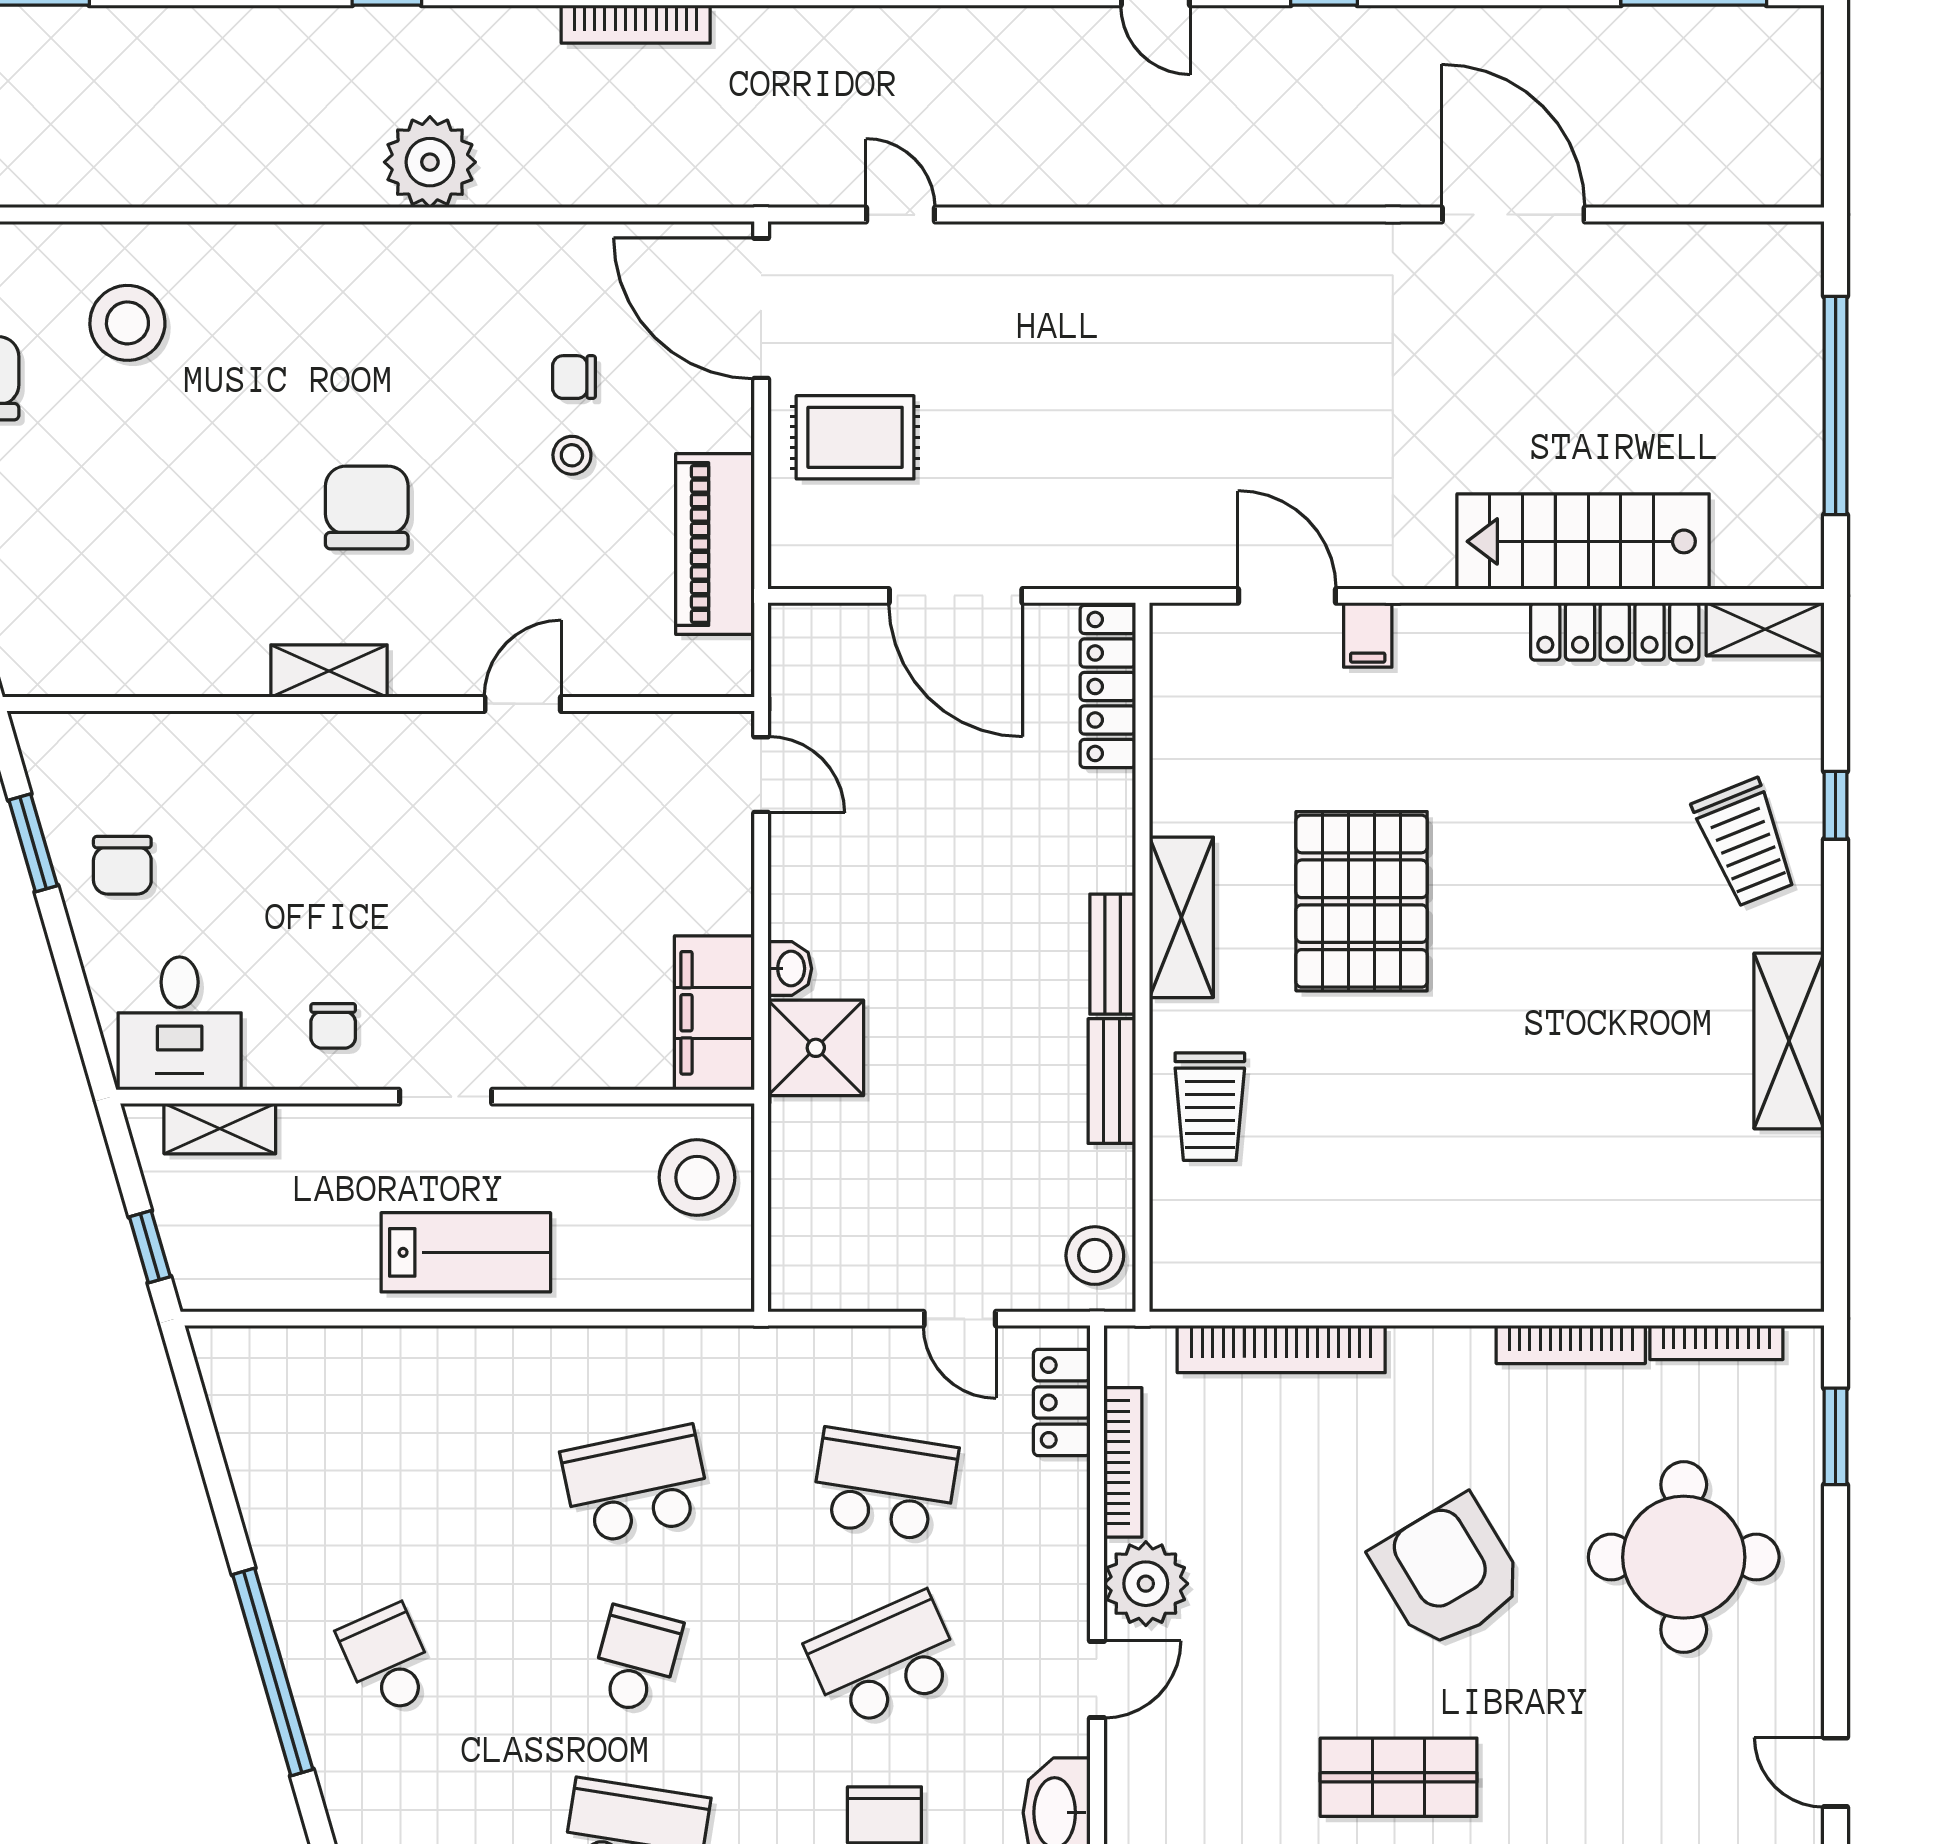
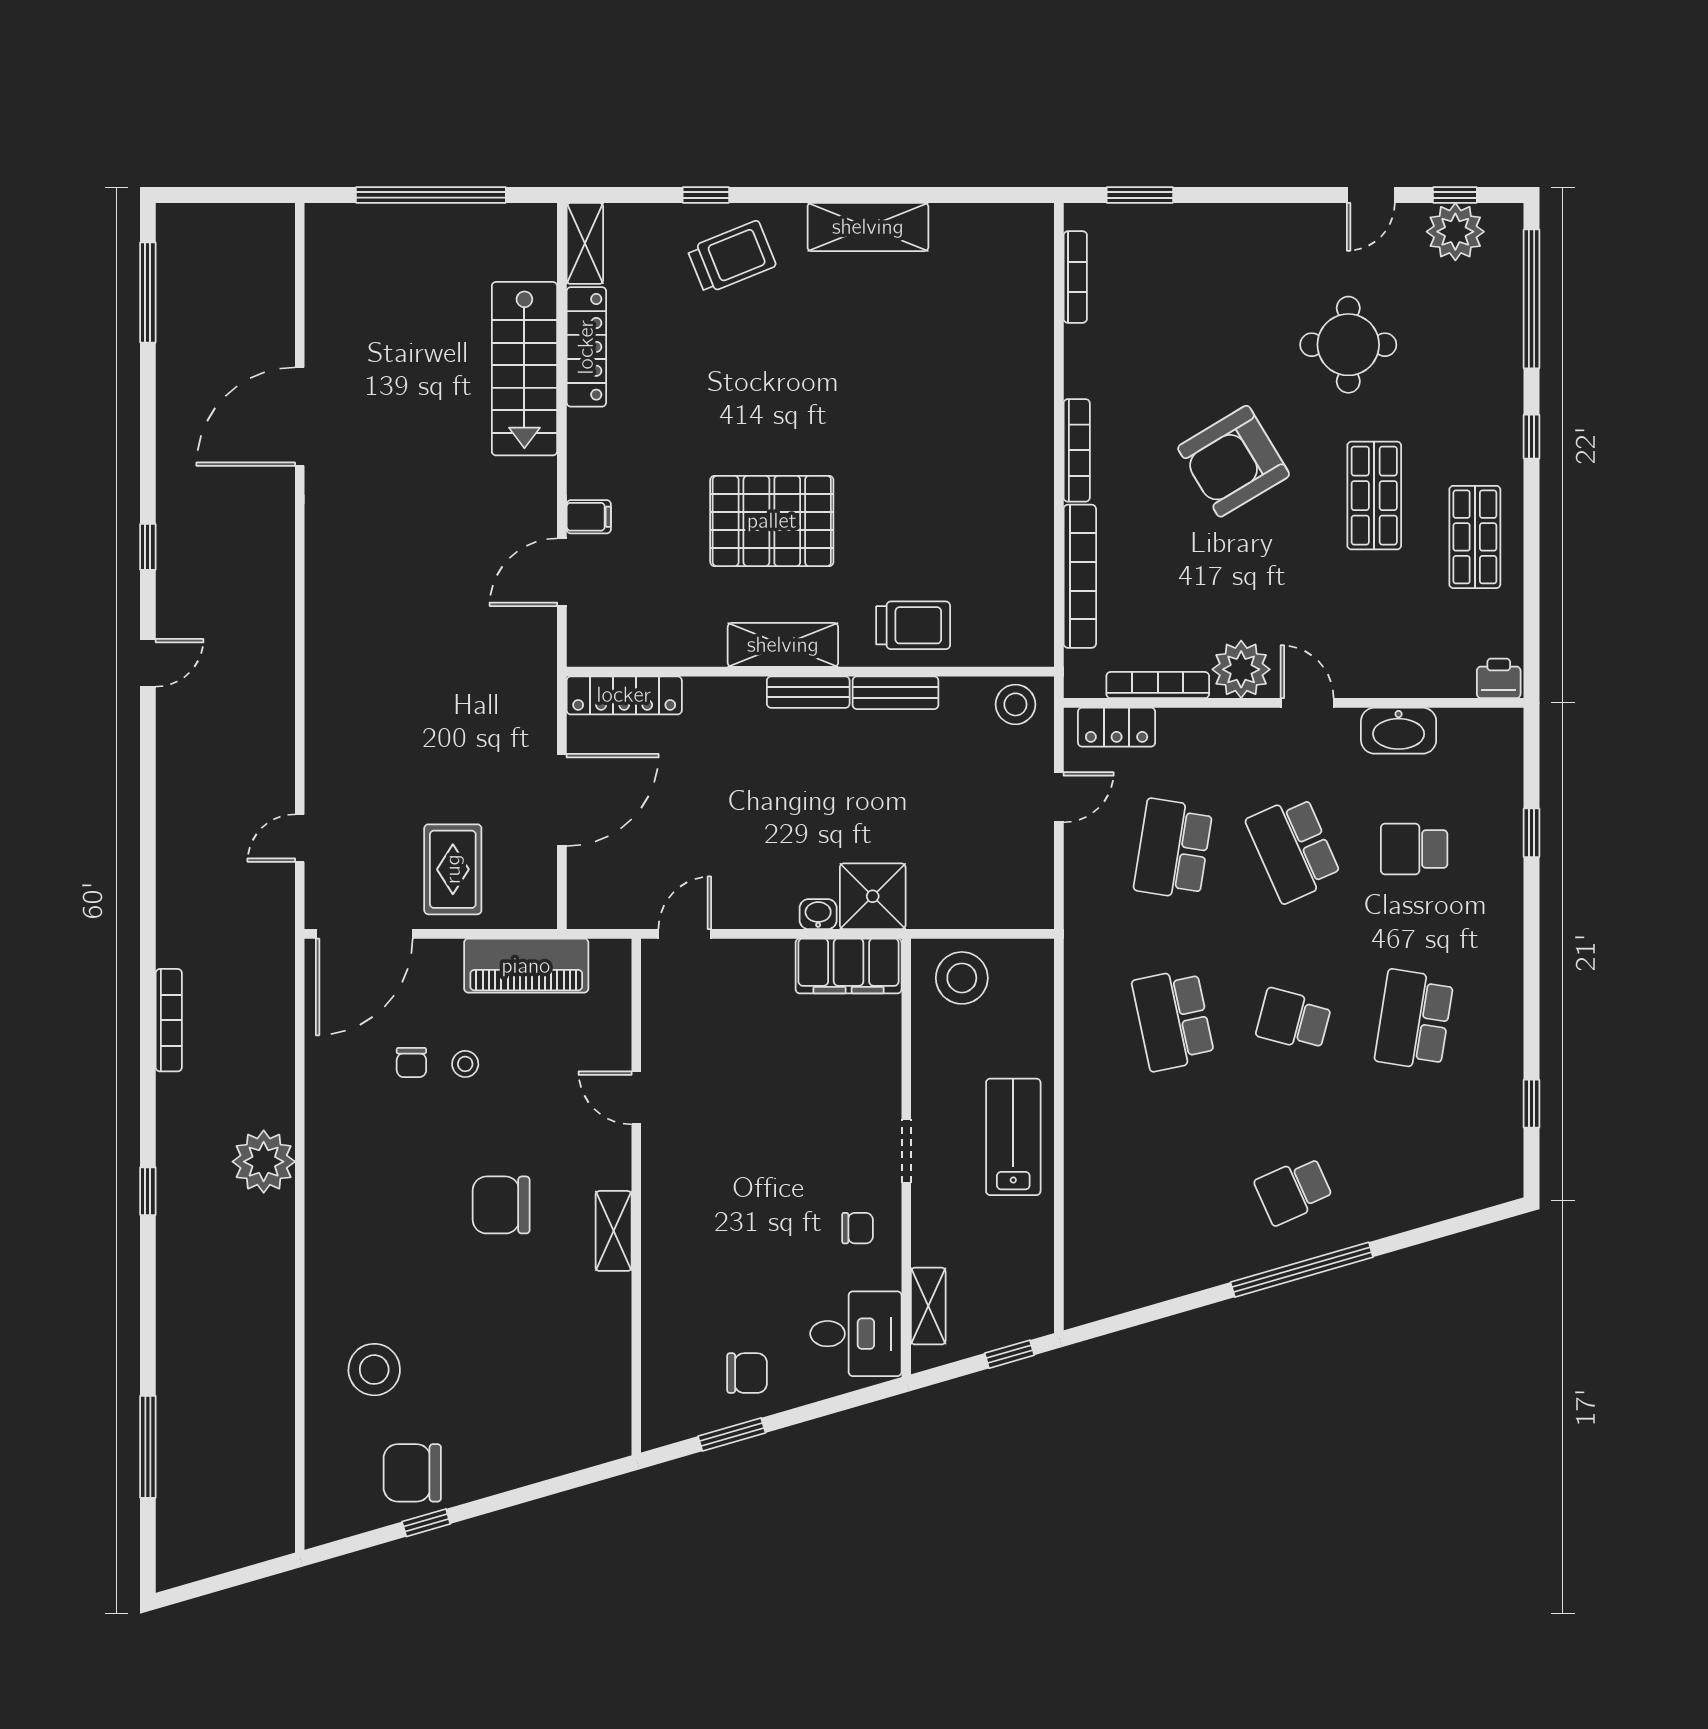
bookcase: (1571, 1345) -> (1077, 450), moved
round table: (1684, 1557) -> (1348, 345), moved, width x0.73, depth x0.73

